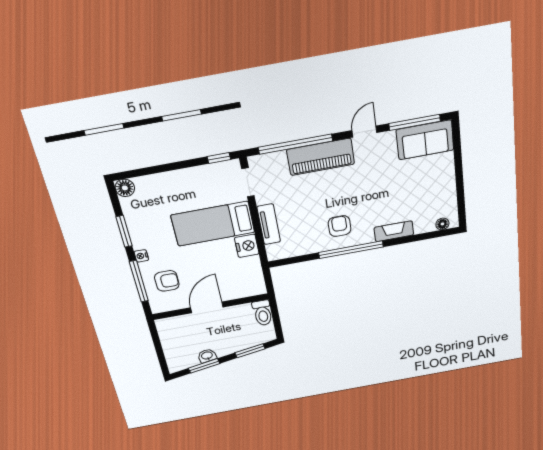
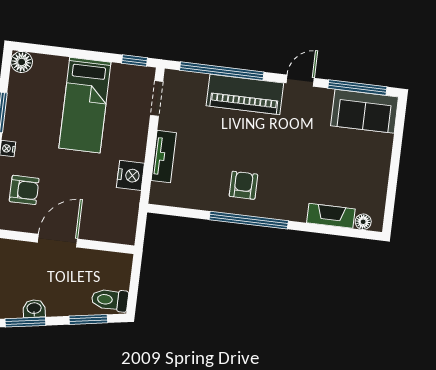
bed: (213, 224) -> (85, 105), moved, turned -90
fireplace: (394, 231) -> (331, 216), moved
toilet: (263, 313) -> (110, 300), moved, turned 90

